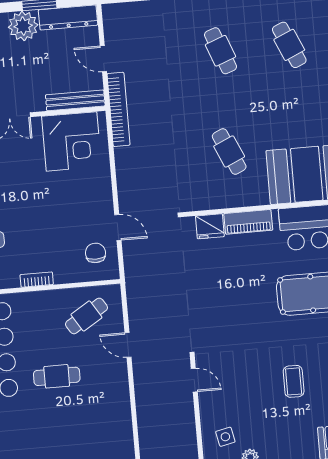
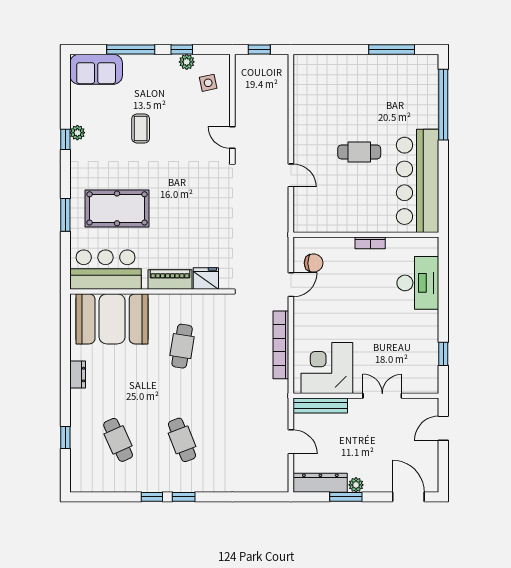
plant: (23, 26) -> (356, 485), width x0.53, depth x0.53
bookcase: (118, 109) -> (281, 345), moved
cafe table: (229, 151) -> (182, 346), turned 33
door: (118, 228) -> (291, 285), swing flipped
chair: (95, 253) -> (314, 263), turned -90
cafe table: (86, 316) -> (327, 205), removed

